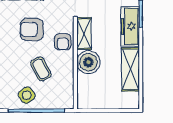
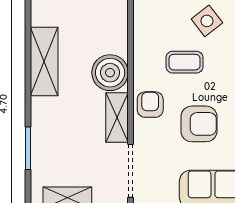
freezer: (130, 26) -> (45, 129), removed
coffee table: (41, 69) -> (185, 62), turned -62

